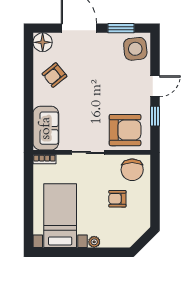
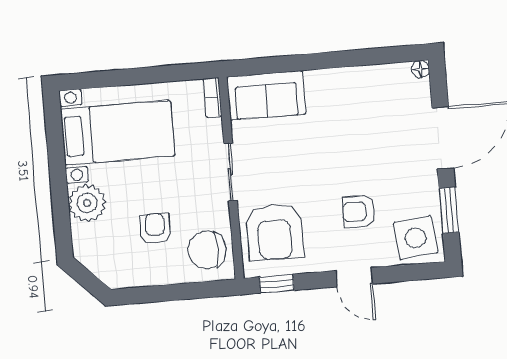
floor lamp: (43, 42) -> (420, 69), width x0.53, depth x0.53
armchair: (54, 75) -> (359, 211), moved, turned -51
window: (155, 116) -> (277, 284), moved
plant: (94, 242) -> (87, 203), width x1.88, depth x1.88

